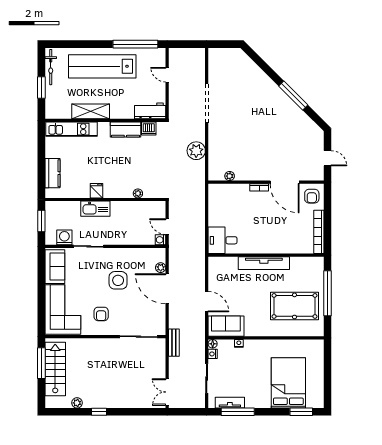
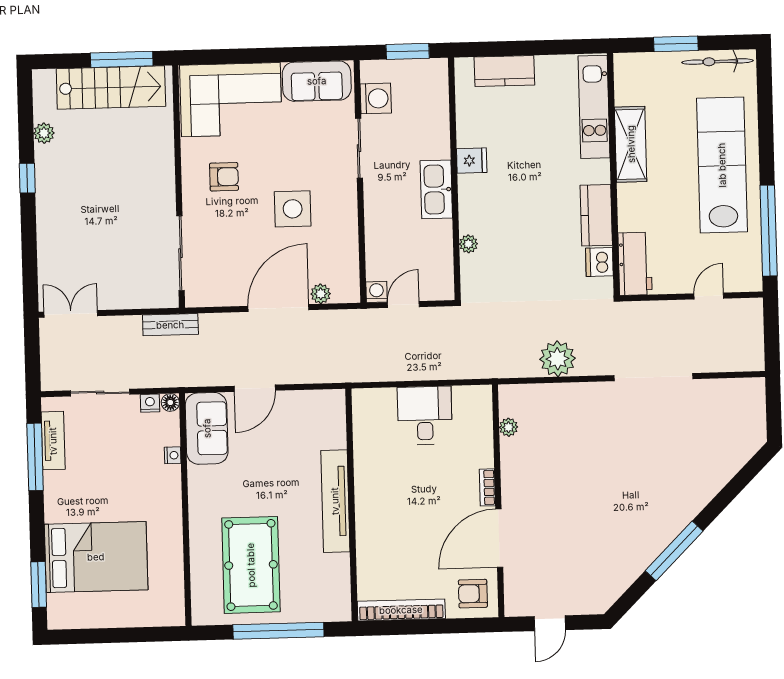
kitchen sink: (95, 209) -> (436, 189), moved
desk: (223, 240) -> (425, 415), moved
armchair: (101, 314) -> (224, 177), turned 180

